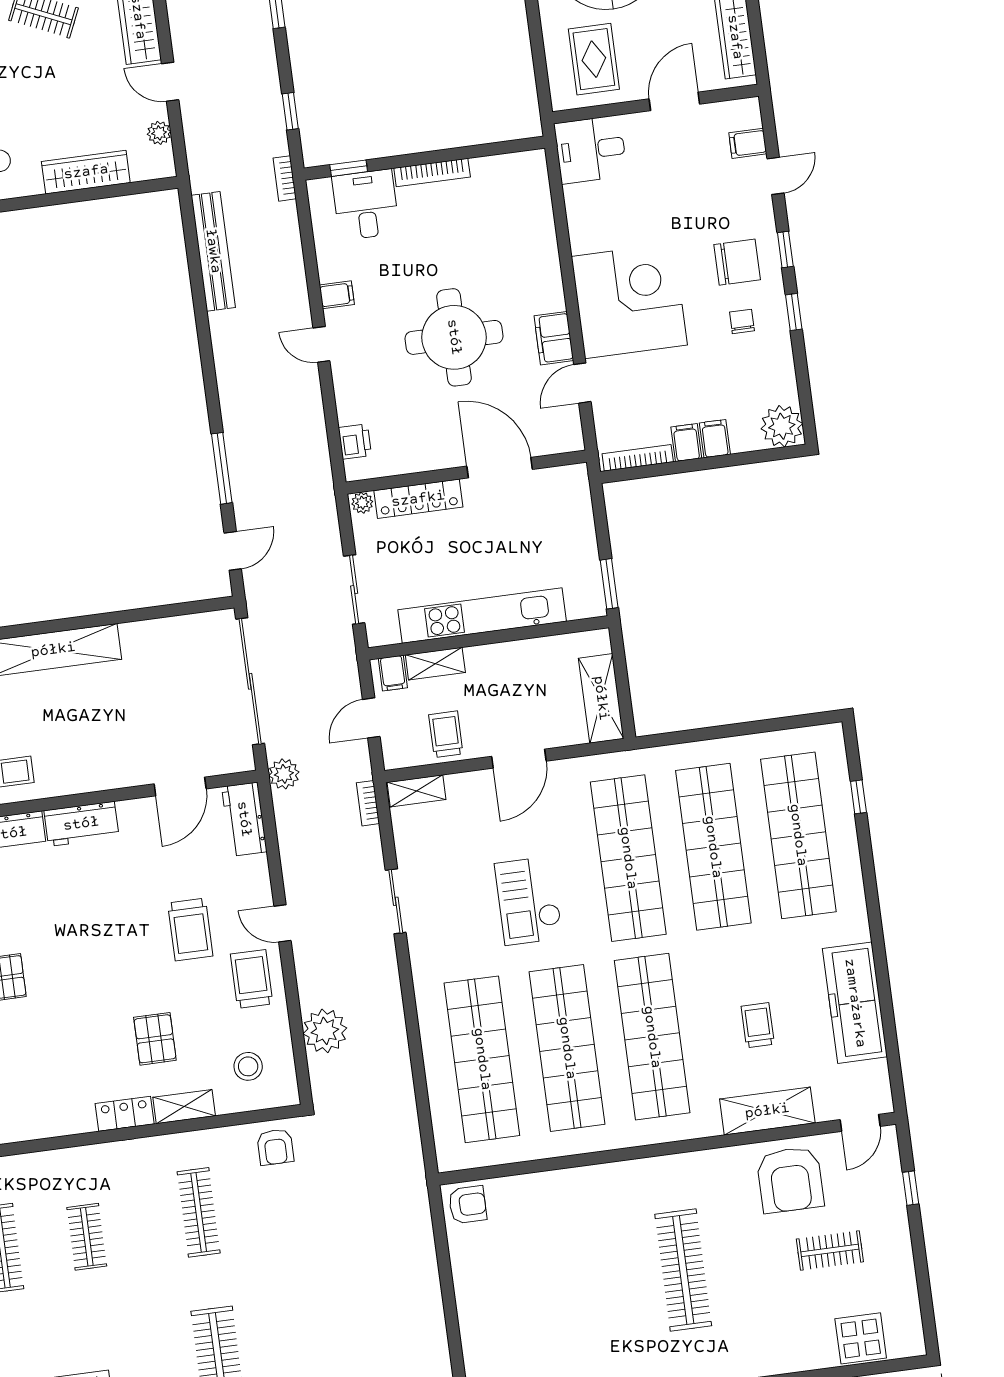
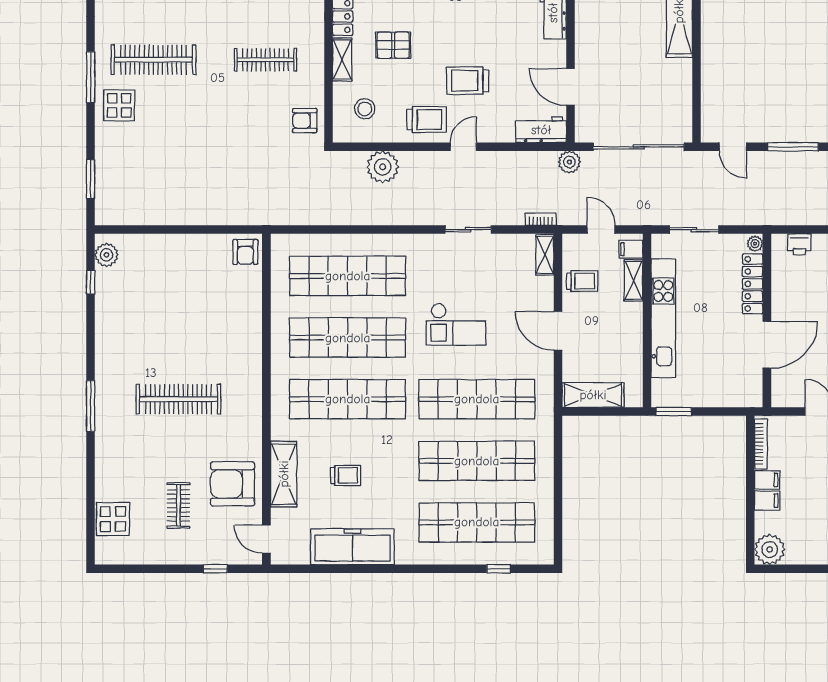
checkout: (529, 901) -> (456, 324), turned 180

